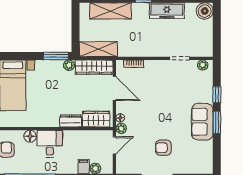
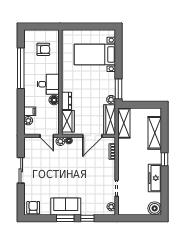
floor lamp: (30, 136) -> (54, 100), moved
armchair: (163, 148) -> (33, 208), moved

